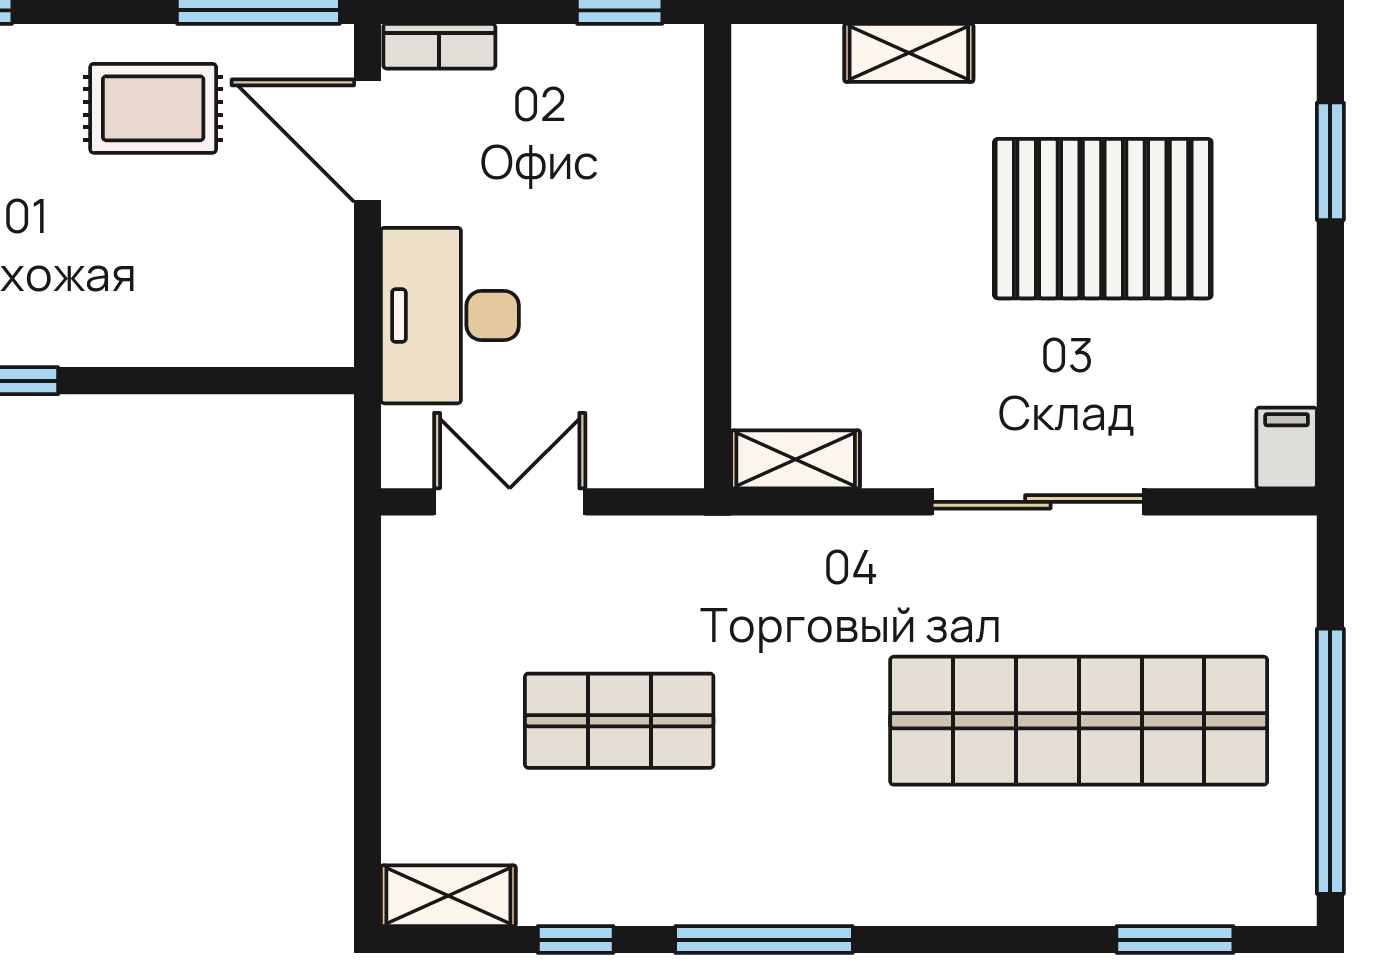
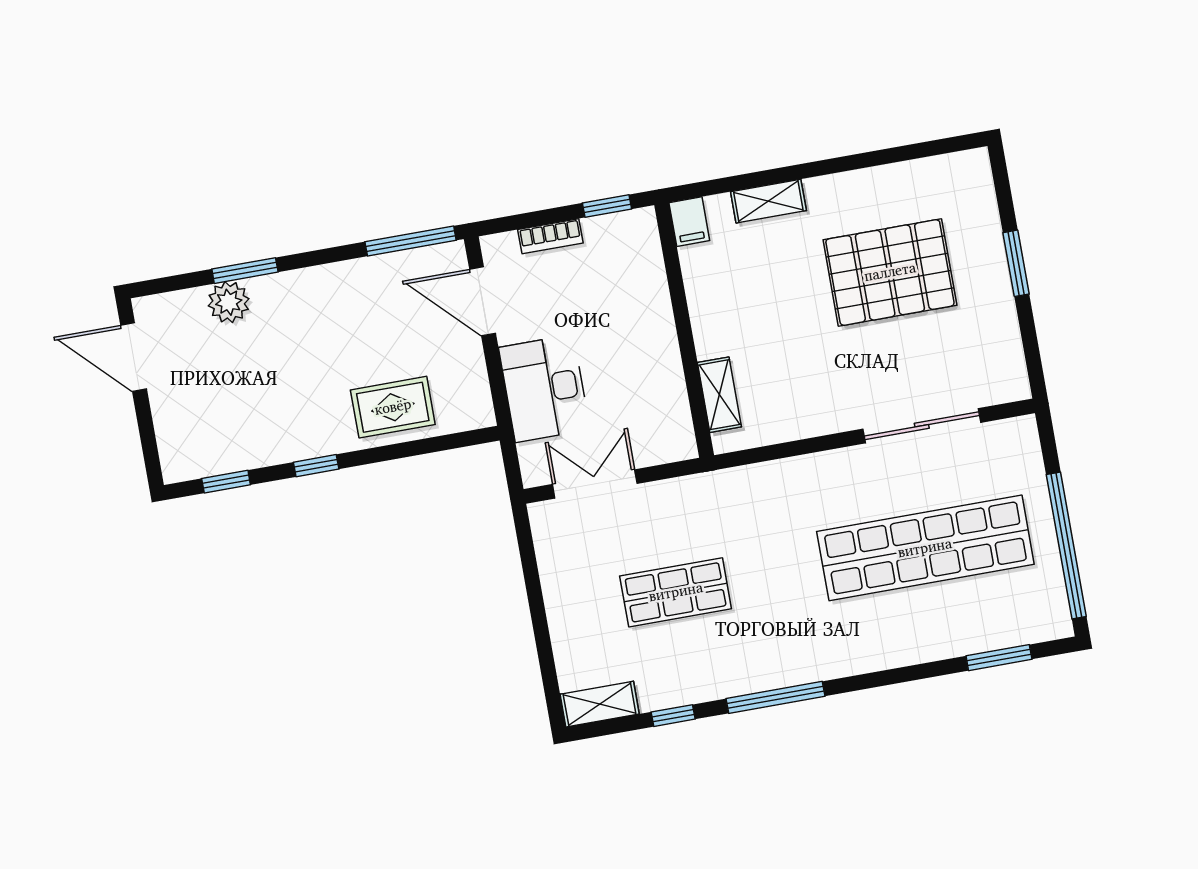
bookcase: (439, 46) -> (550, 236), moved
rug: (153, 108) -> (393, 407), moved
window: (1330, 161) -> (1016, 263), moved
filing cabinet: (1287, 448) -> (689, 222), moved, turned 180
shelving: (796, 459) -> (719, 395), moved, turned 90
sliding door: (1038, 502) -> (922, 426), moved

